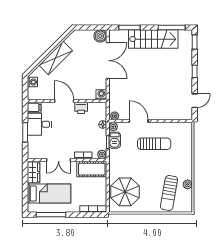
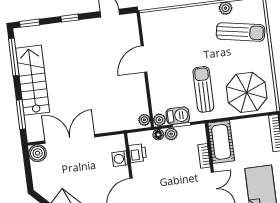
washing machine: (101, 95) -> (120, 159), moved
printer: (81, 108) -> (138, 153), moved
door: (139, 121) -> (144, 59), moved
sun lounger: (154, 144) -> (203, 89), moved
plant: (102, 154) -> (171, 134), moved

